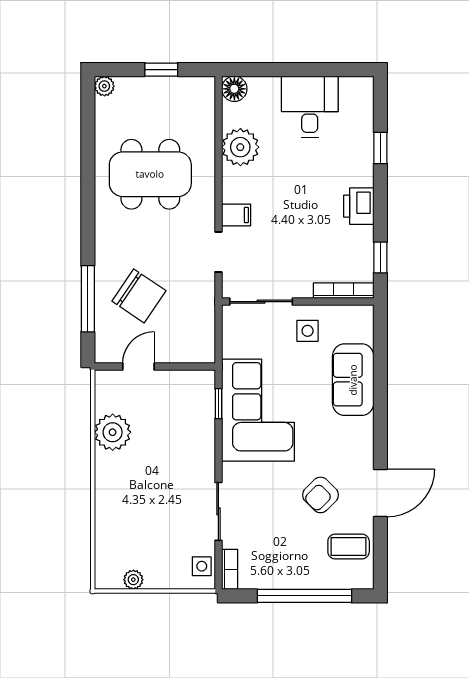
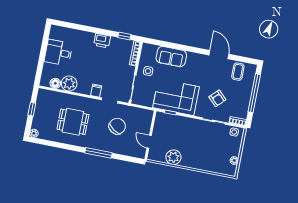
floor lamp: (234, 89) -> (55, 83), moved
window: (380, 148) -> (80, 27), removed
dining table: (150, 174) -> (73, 122), width x0.73
chair: (139, 296) -> (117, 126), moved
window: (88, 299) -> (98, 153), moved
armchair: (321, 495) -> (217, 98), moved

